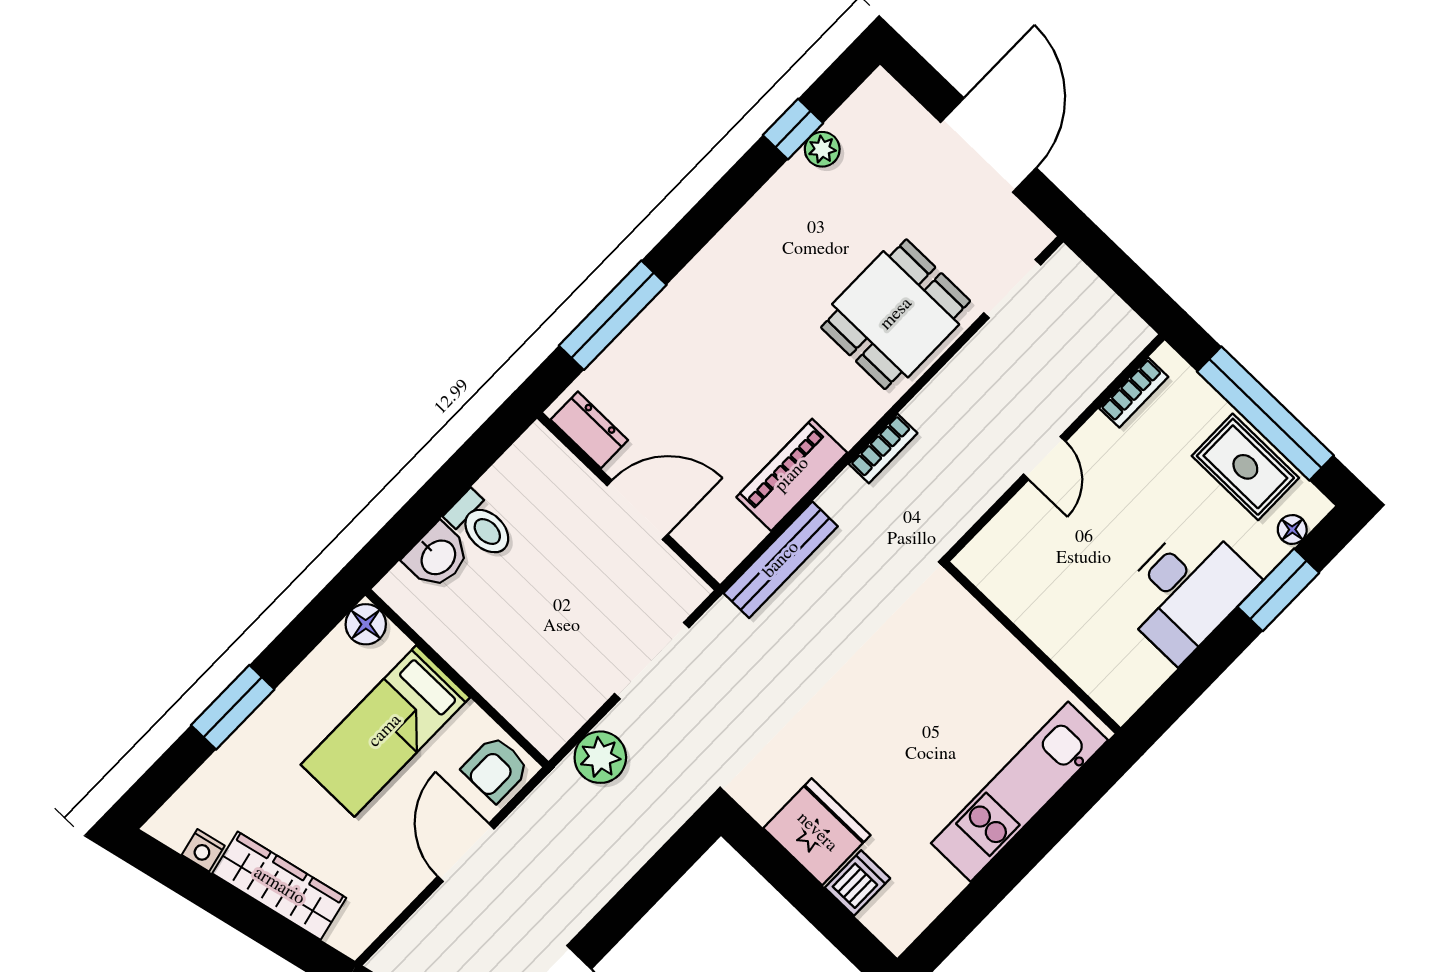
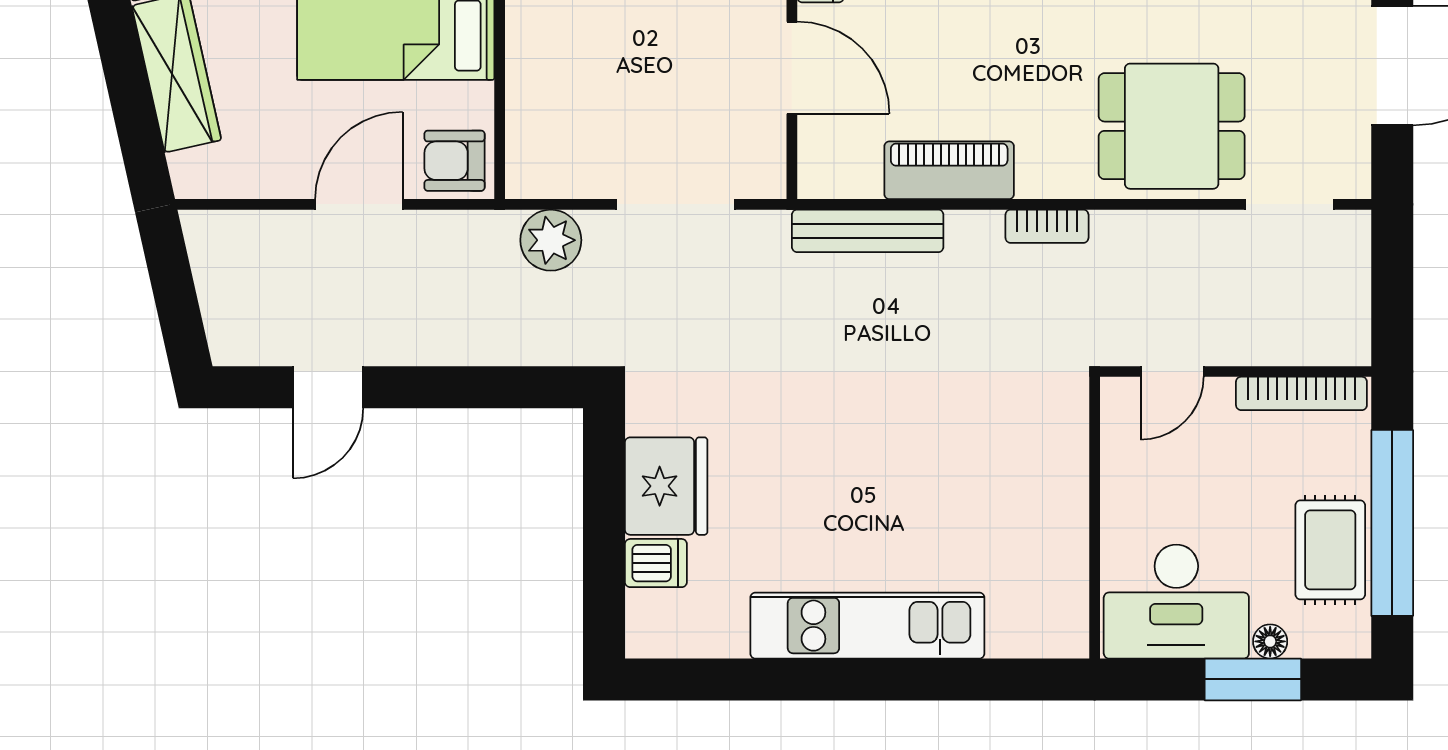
bookcase: (1134, 392) -> (1301, 393), width x1.56
floor lamp: (1292, 529) -> (1270, 641), moved
wall: (1032, 648) -> (1095, 518), moved

